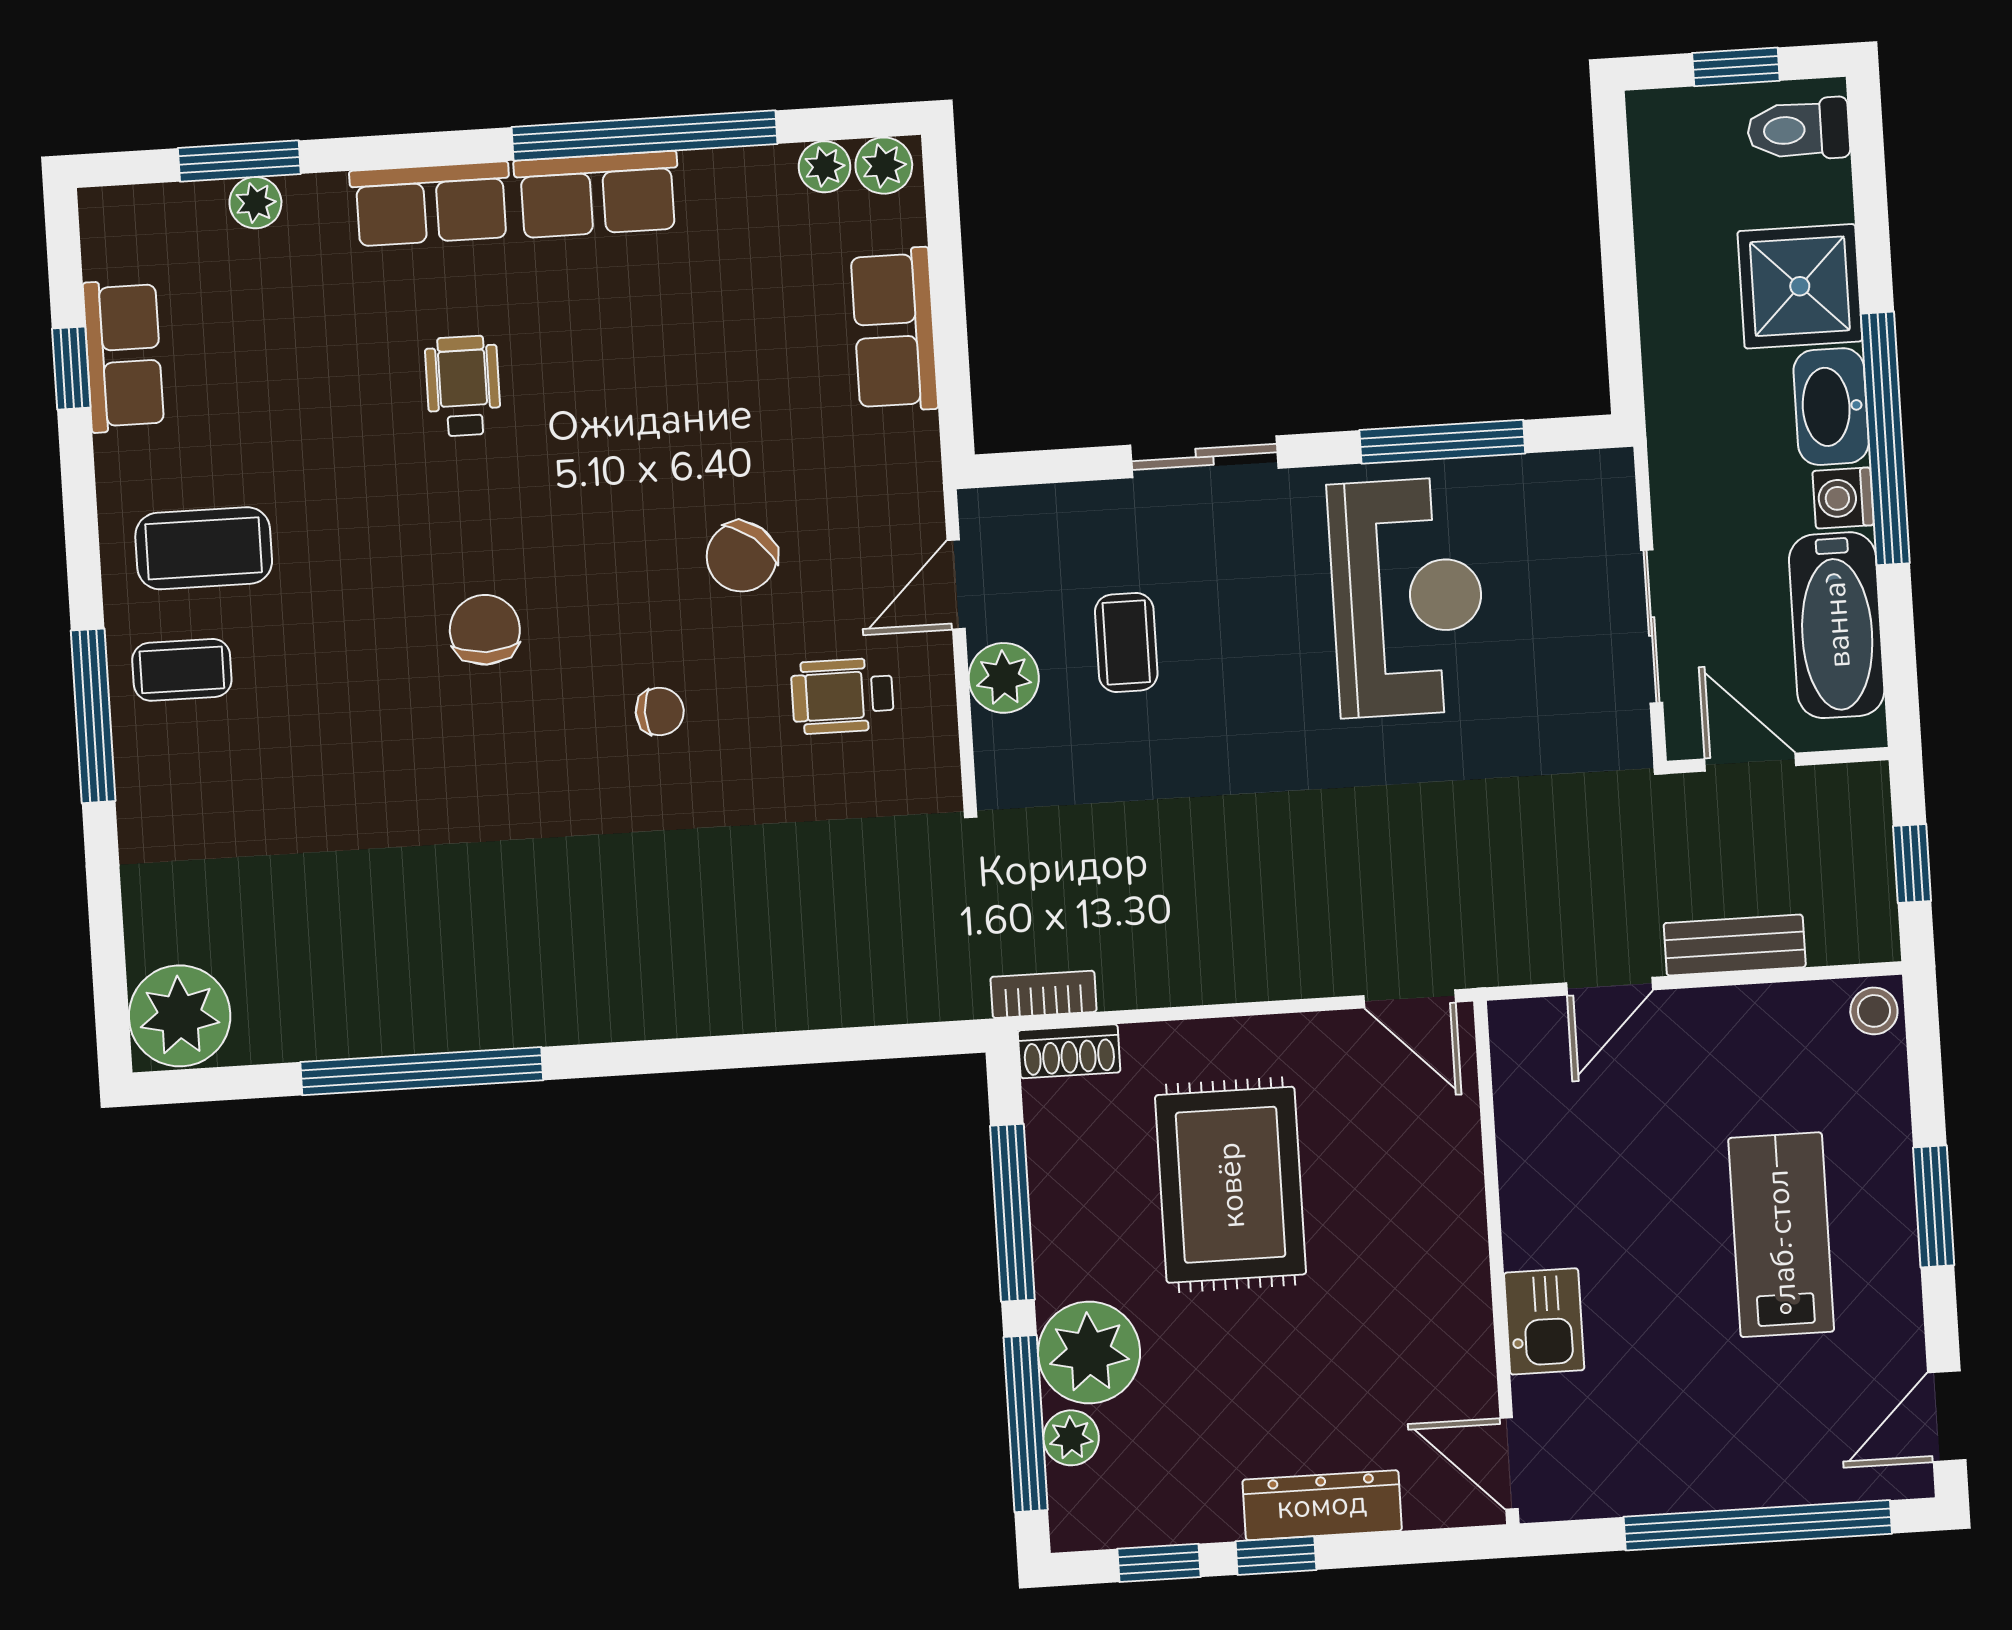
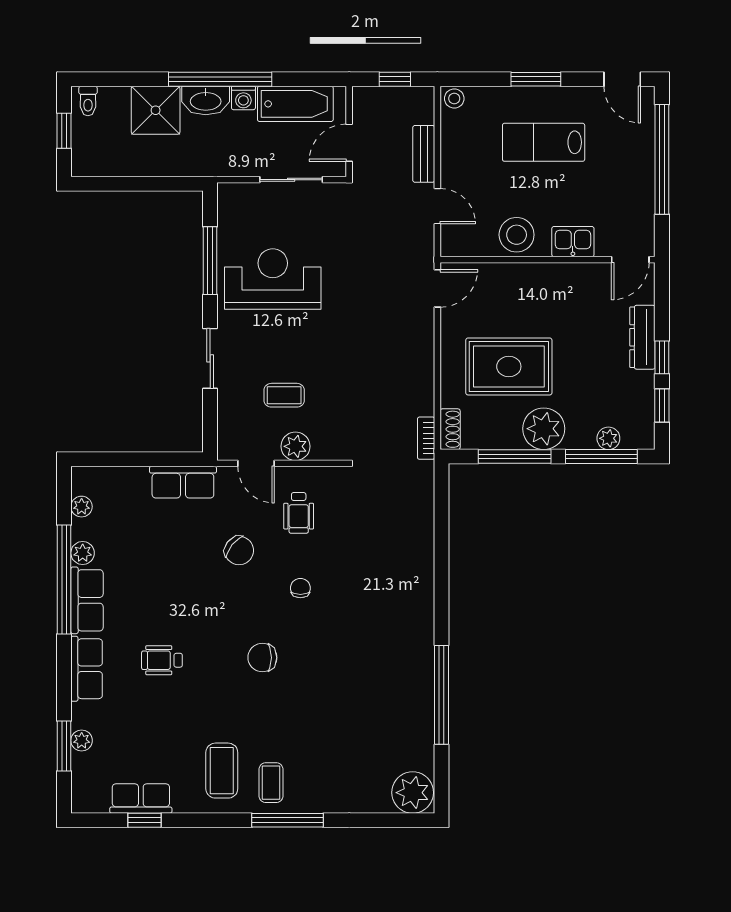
toilet: (1798, 130) -> (88, 101), width x0.73, depth x0.72
plant: (884, 166) -> (83, 553), moved
row of seats: (894, 330) -> (183, 482), moved
stool: (1552, 1183) -> (517, 235), added
plant: (1089, 1353) -> (544, 429), moved

